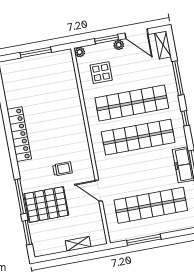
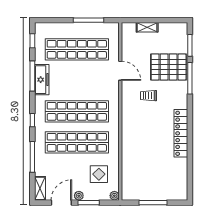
door: (136, 34) -> (61, 203), hinge flipped

